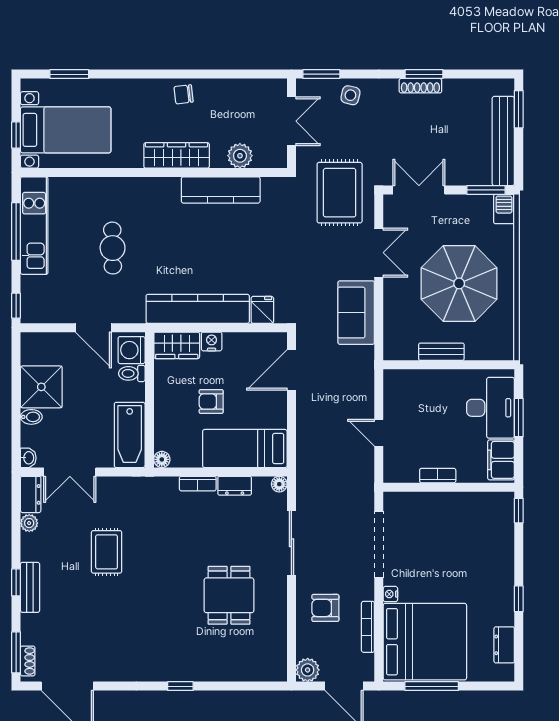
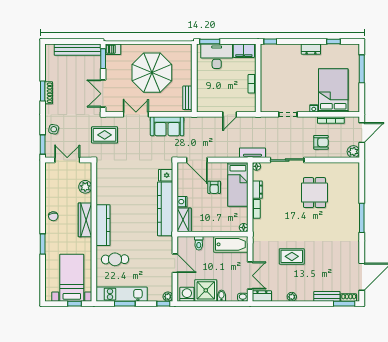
window: (69, 74) -> (43, 244), moved
window: (519, 109) -> (61, 41), removed
kitchen counter: (221, 190) -> (103, 225), moved
rug: (340, 193) -> (105, 135), width x0.73, depth x0.70
window: (16, 232) -> (125, 304), width x0.69
cafe table: (113, 248) -> (115, 259), moved
plant: (30, 314) -> (168, 297), added
door: (93, 328) -> (175, 263), hinge flipped
washing machine: (132, 350) -> (187, 294), moved, turned 180
bench: (441, 352) -> (187, 98), moved
armchair: (211, 401) -> (214, 187), moved
window: (519, 418) -> (210, 41), moved
tv unit: (305, 476) -> (252, 153), added
plant: (29, 523) -> (292, 297), moved
doorway: (379, 544) -> (288, 114), width x0.53
window: (16, 582) -> (308, 304), removed
bench: (30, 587) -> (327, 296), moved
dining table: (229, 595) -> (314, 193), turned 90
window: (519, 599) -> (334, 41), moved
armchair: (325, 608) -> (321, 142), turned -90
bed: (425, 642) -> (333, 90), width x0.73
dresser: (504, 645) -> (311, 49), moved
window: (180, 686) -> (362, 218), width x2.17
window: (432, 686) -> (362, 69), moved

